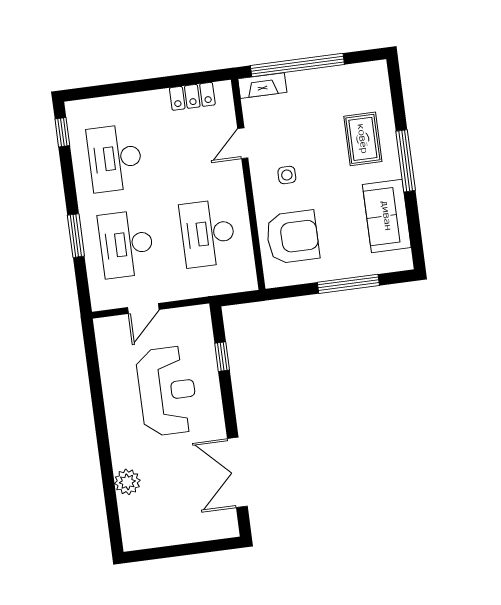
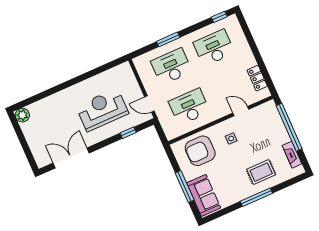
fireplace: (262, 86) -> (292, 155), moved
sofa: (387, 216) -> (204, 195), moved, turned 90
armchair: (293, 237) -> (200, 151), turned 90
door: (143, 309) -> (149, 104), moved
reception desk: (167, 391) -> (102, 110), turned 180
plant: (127, 482) -> (22, 115), moved

